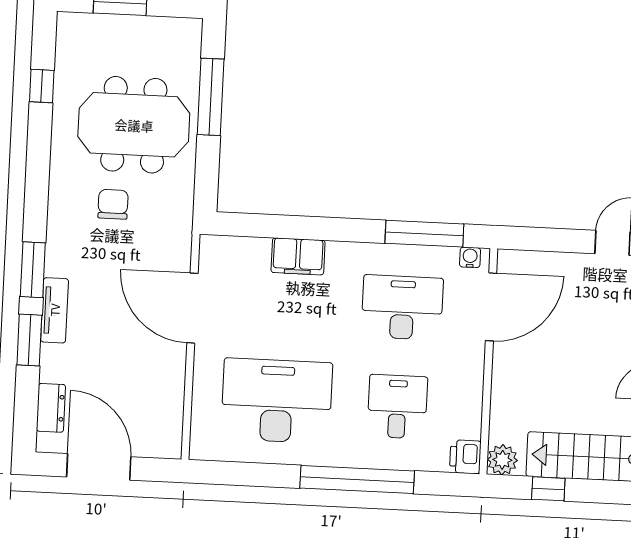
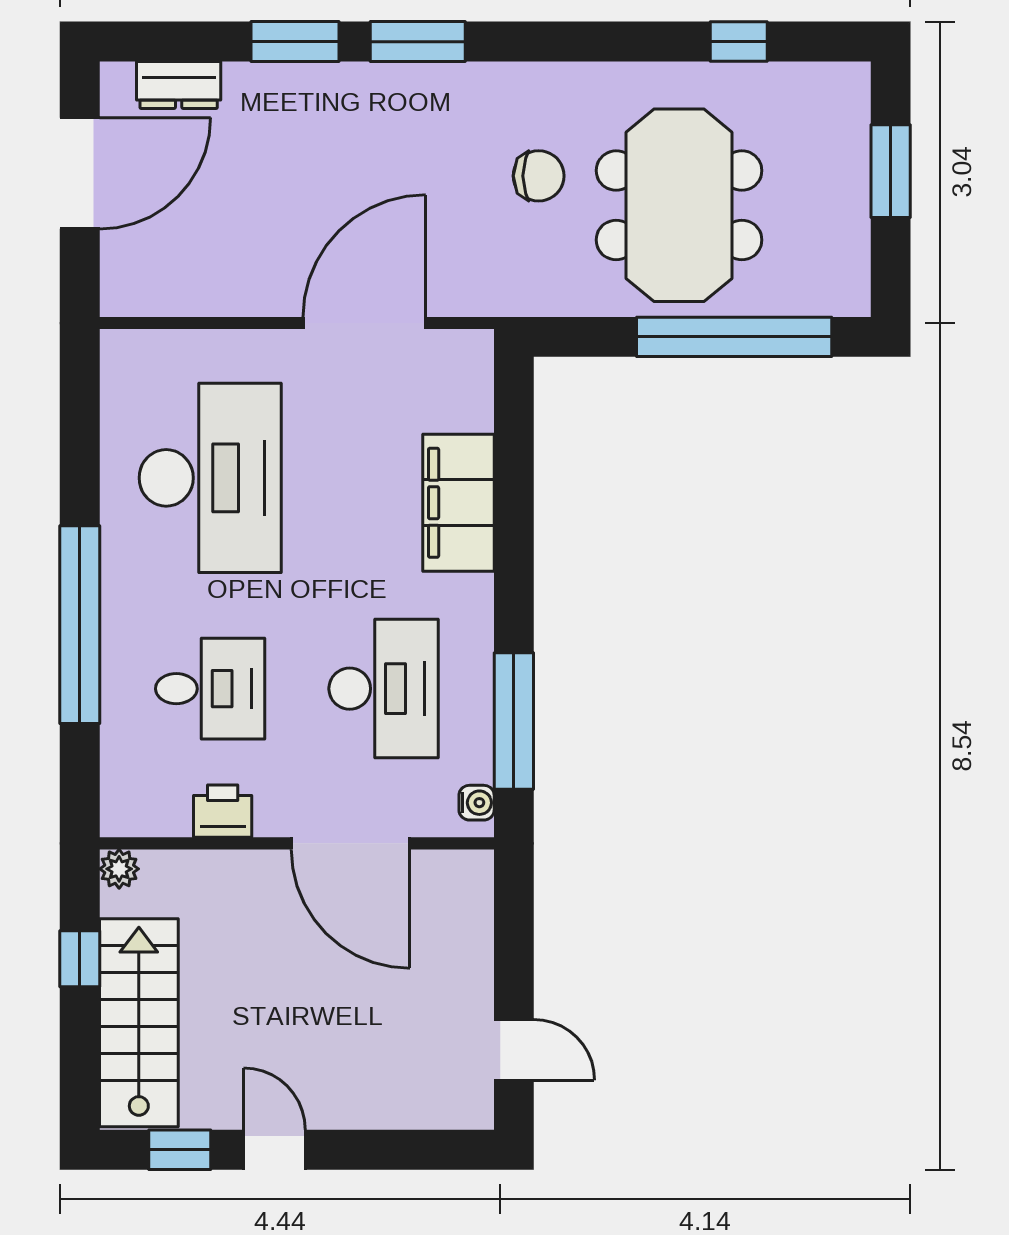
window: (211, 97) -> (734, 337), width x1.46
filing cabinet: (298, 256) -> (458, 503), width x1.50, depth x1.17
door: (491, 307) -> (351, 843), moved
tv unit: (55, 310) -> (349, 83), removed
printer: (465, 457) -> (223, 811), moved
plant: (502, 460) -> (119, 869), width x0.73, depth x0.73

